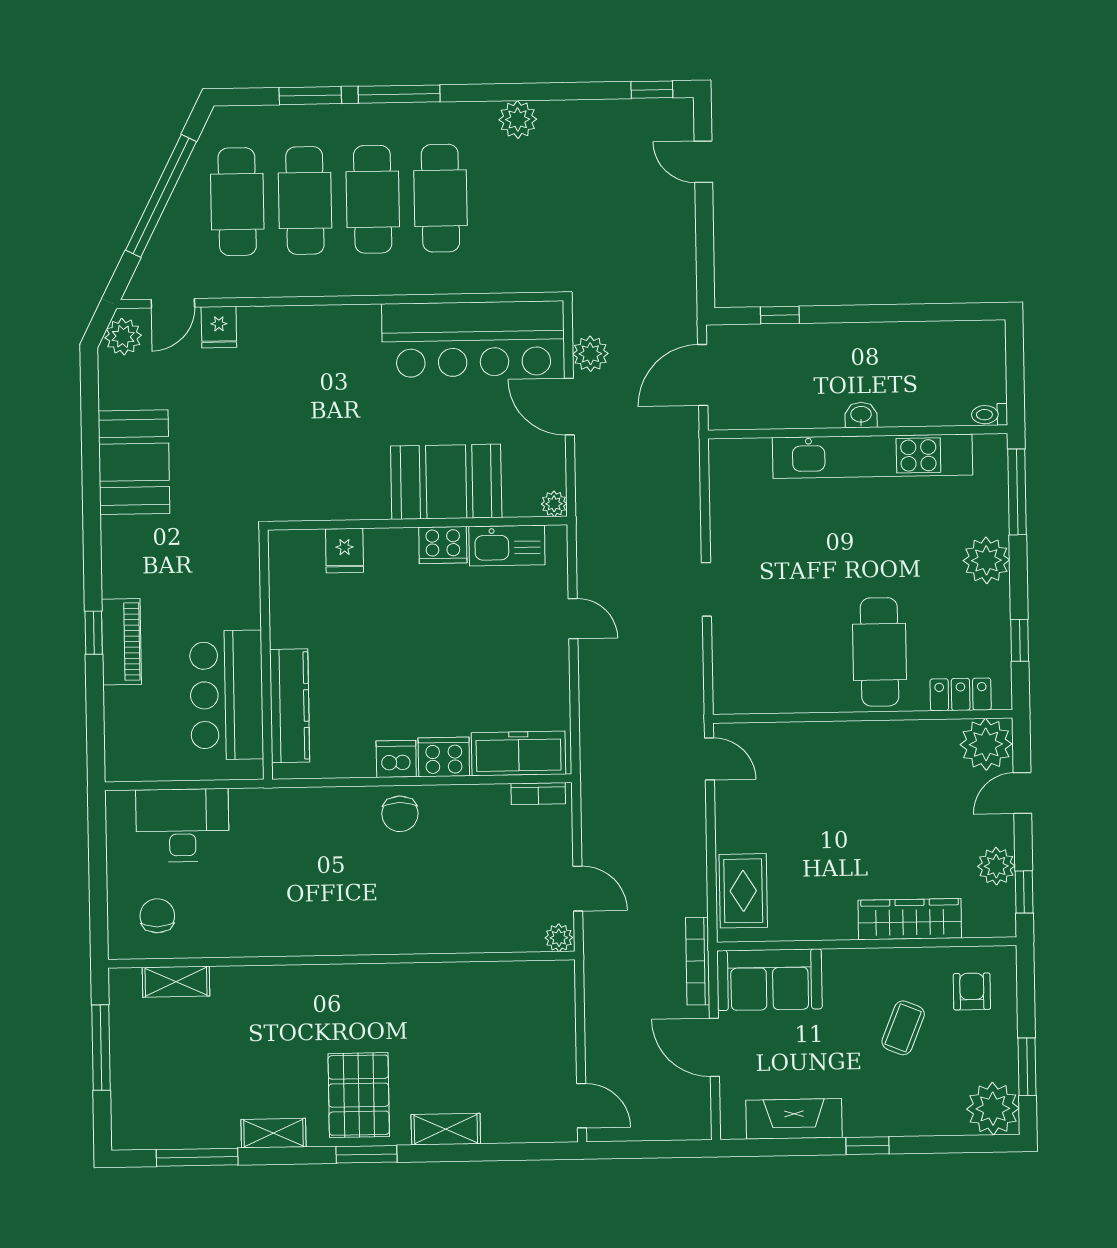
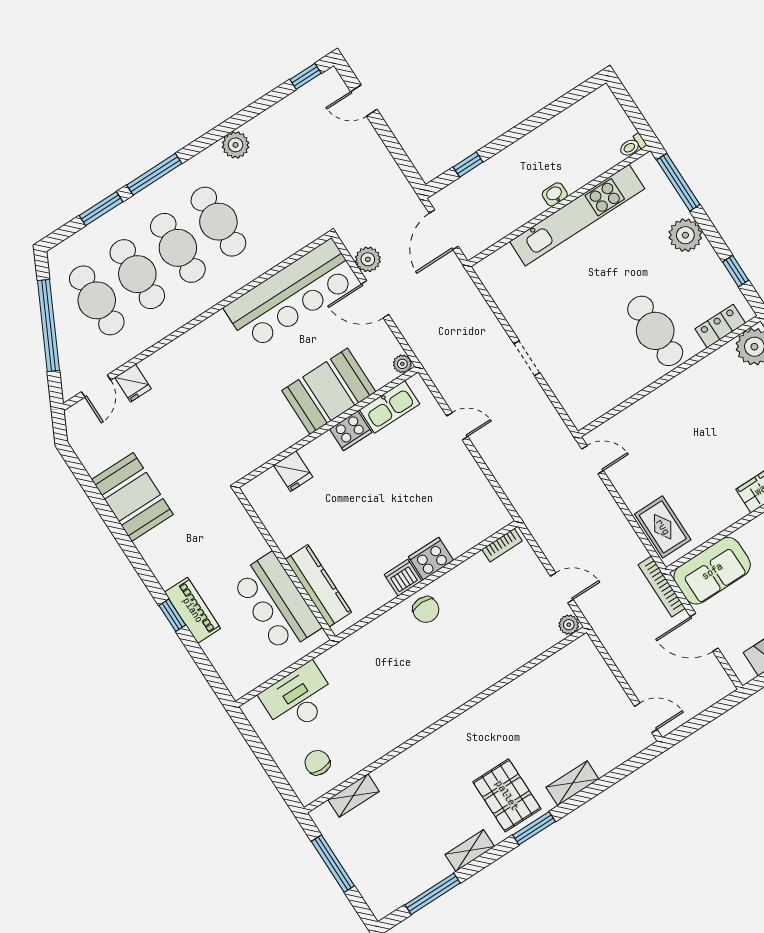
plant: (123, 337) -> (79, 425), removed
freezer: (519, 753) -> (475, 528), removed

